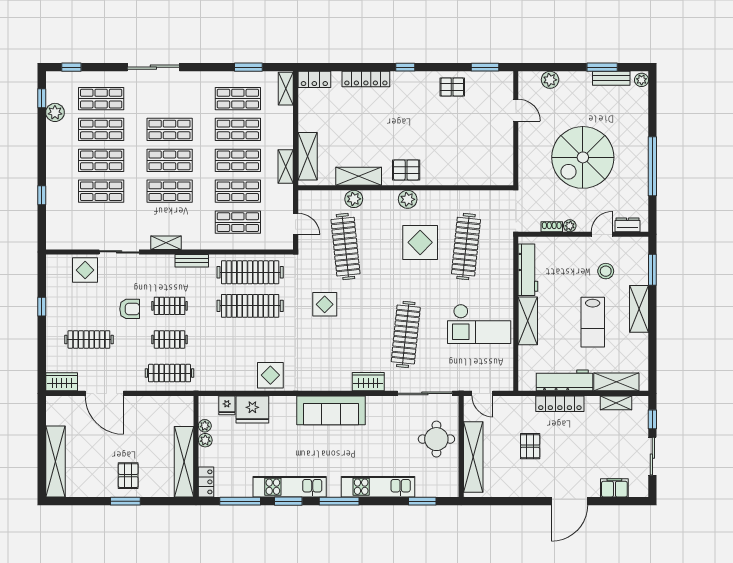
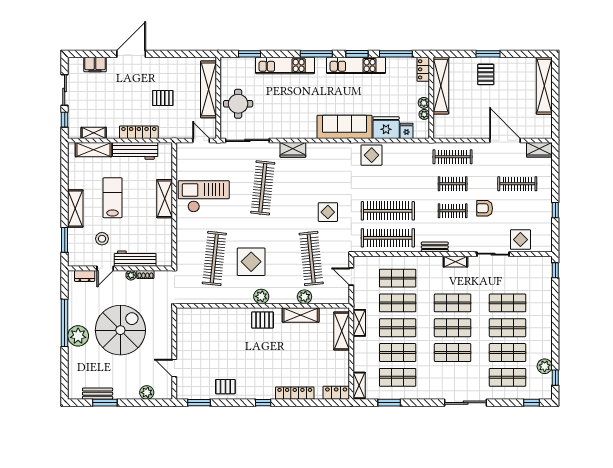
plant: (642, 80) -> (78, 336), moved, width x1.87, depth x1.87
window: (42, 195) -> (555, 270), moved
workbench: (528, 270) -> (135, 259), moved, turned 90
sofa: (331, 410) -> (345, 127), moved
pallet: (530, 446) -> (163, 98), turned 90

